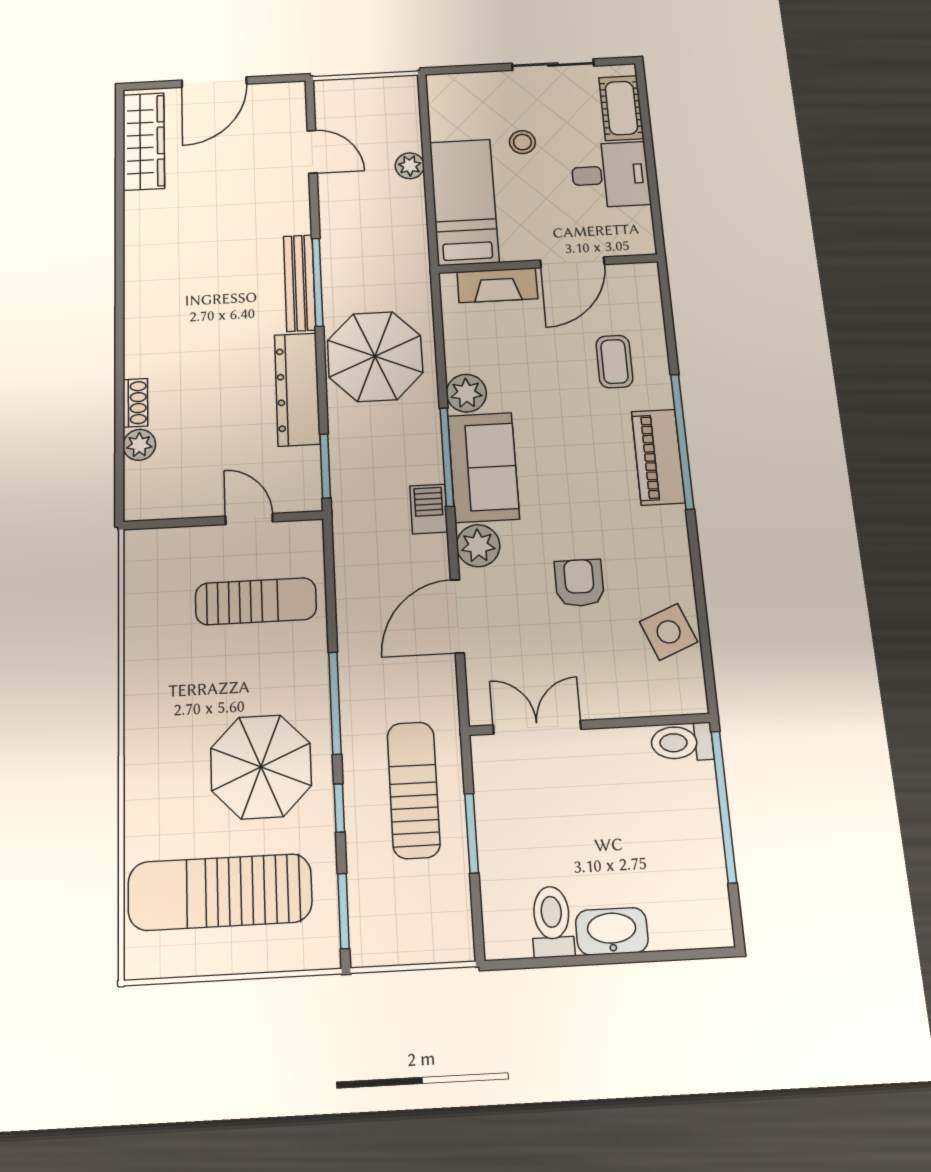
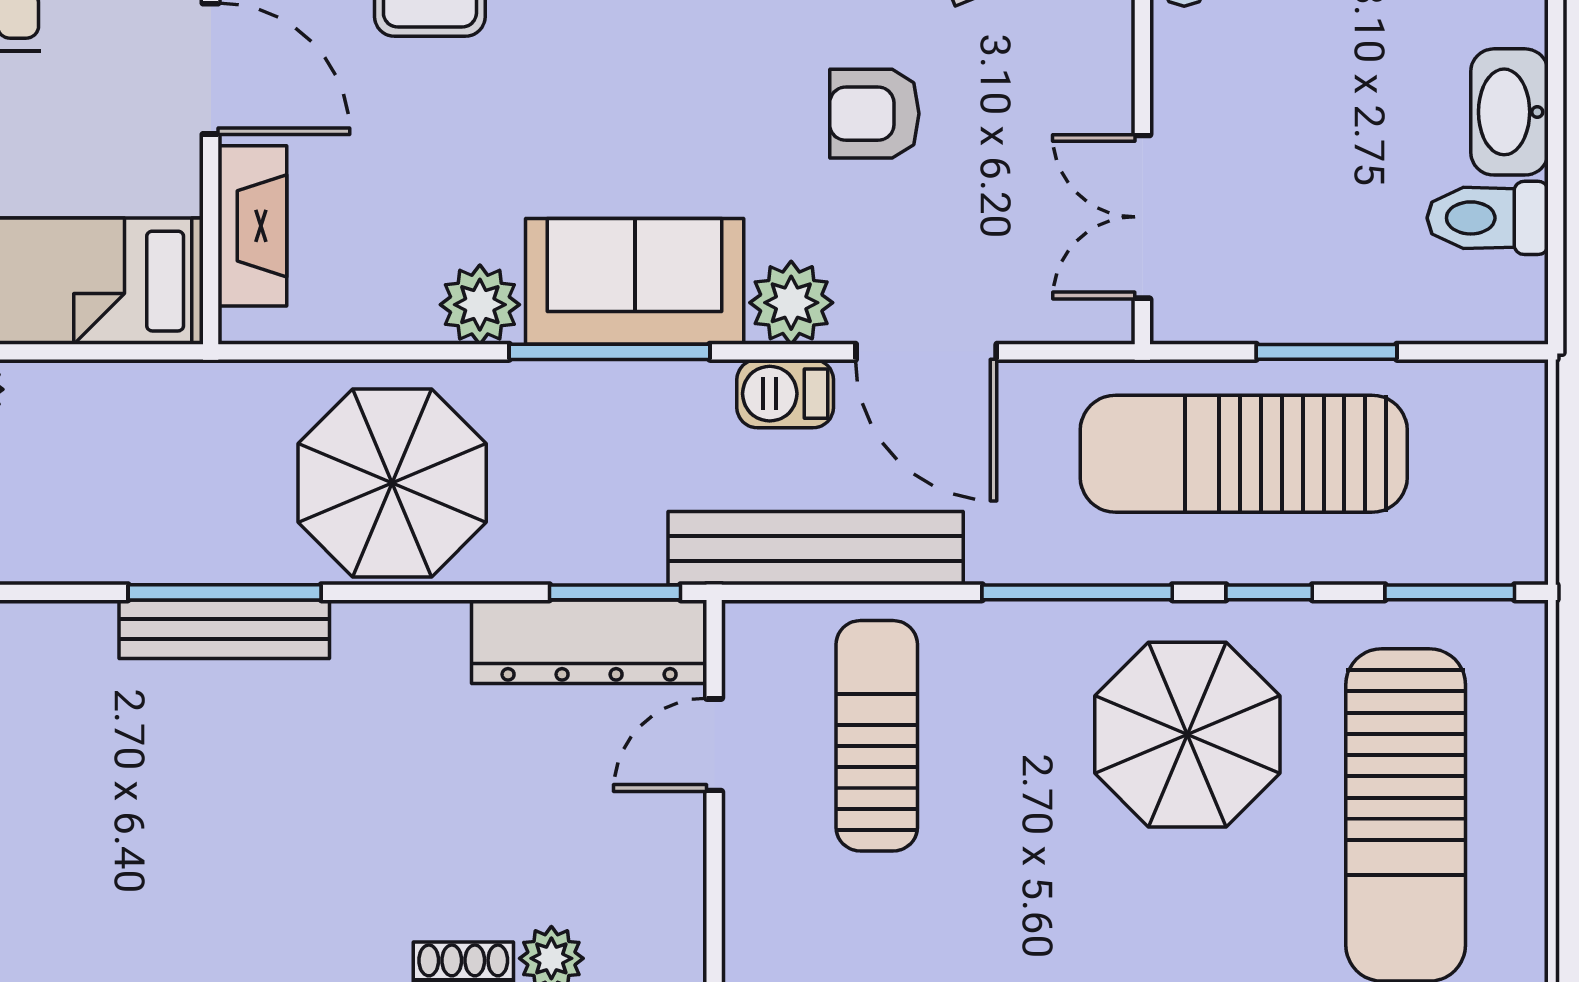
dresser: (297, 389) -> (589, 642), moved
barbecue: (429, 509) -> (785, 394), moved
bench: (352, 565) -> (816, 548), added
sun lounger: (414, 790) -> (1244, 454), width x1.36, depth x1.34

